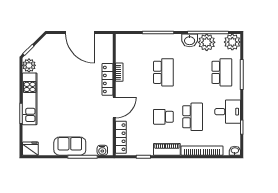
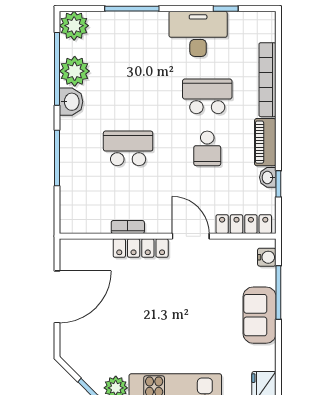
school desk: (222, 72) -> (128, 44), removed
desk: (228, 112) -> (198, 34), width x1.37
washbasin: (235, 151) -> (268, 177), moved

